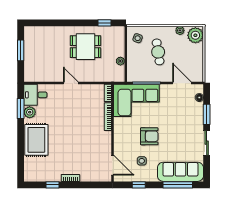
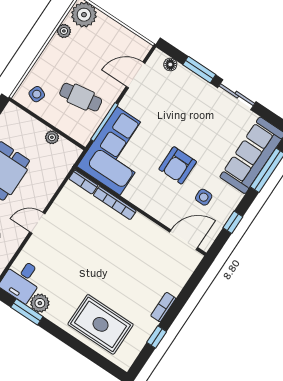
cafe table: (158, 52) -> (81, 97), moved
armchair: (149, 136) -> (178, 165), turned 180
rug: (36, 140) -> (101, 324), moved

